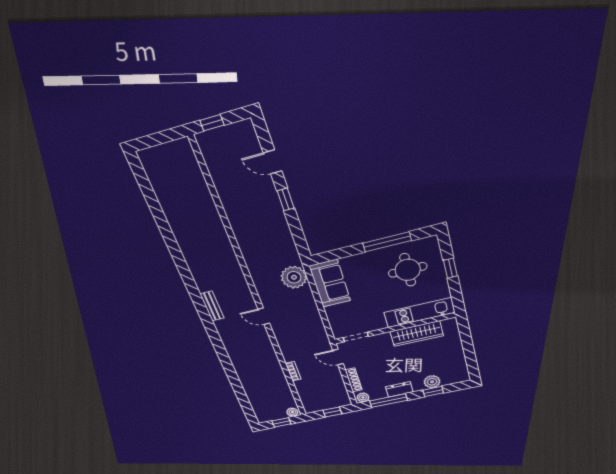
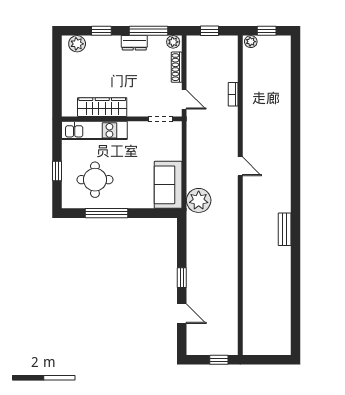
bench: (212, 306) -> (285, 229), moved
plant: (432, 382) -> (77, 44), moved

